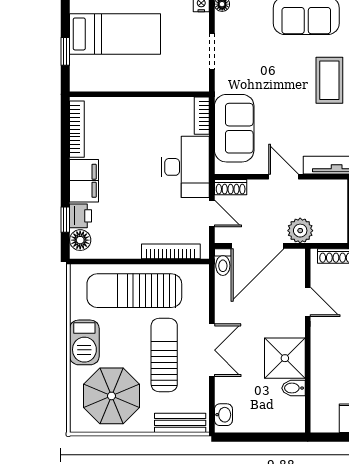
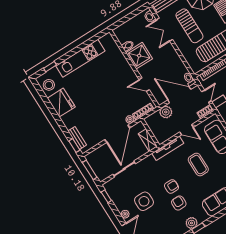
coffee table: (329, 80) -> (198, 165), moved
door: (212, 213) -> (206, 96), swing flipped
door: (258, 246) -> (179, 95), hinge flipped
double door: (212, 350) -> (165, 30), moved

